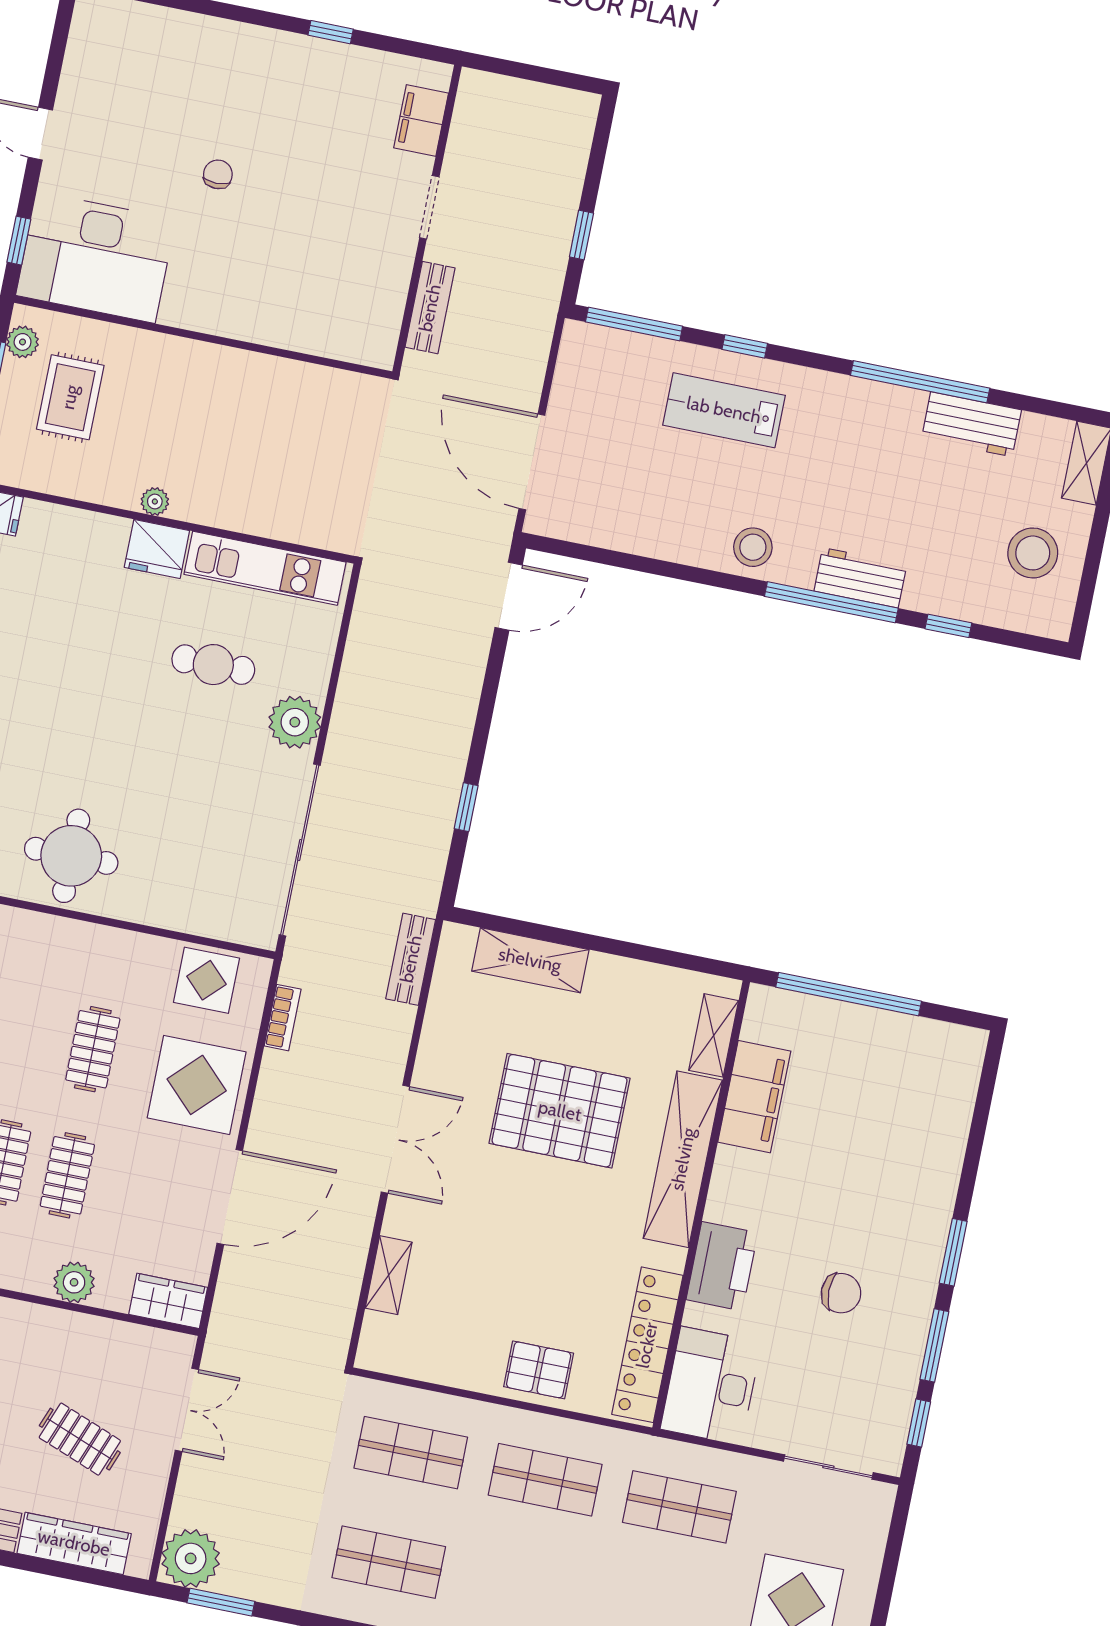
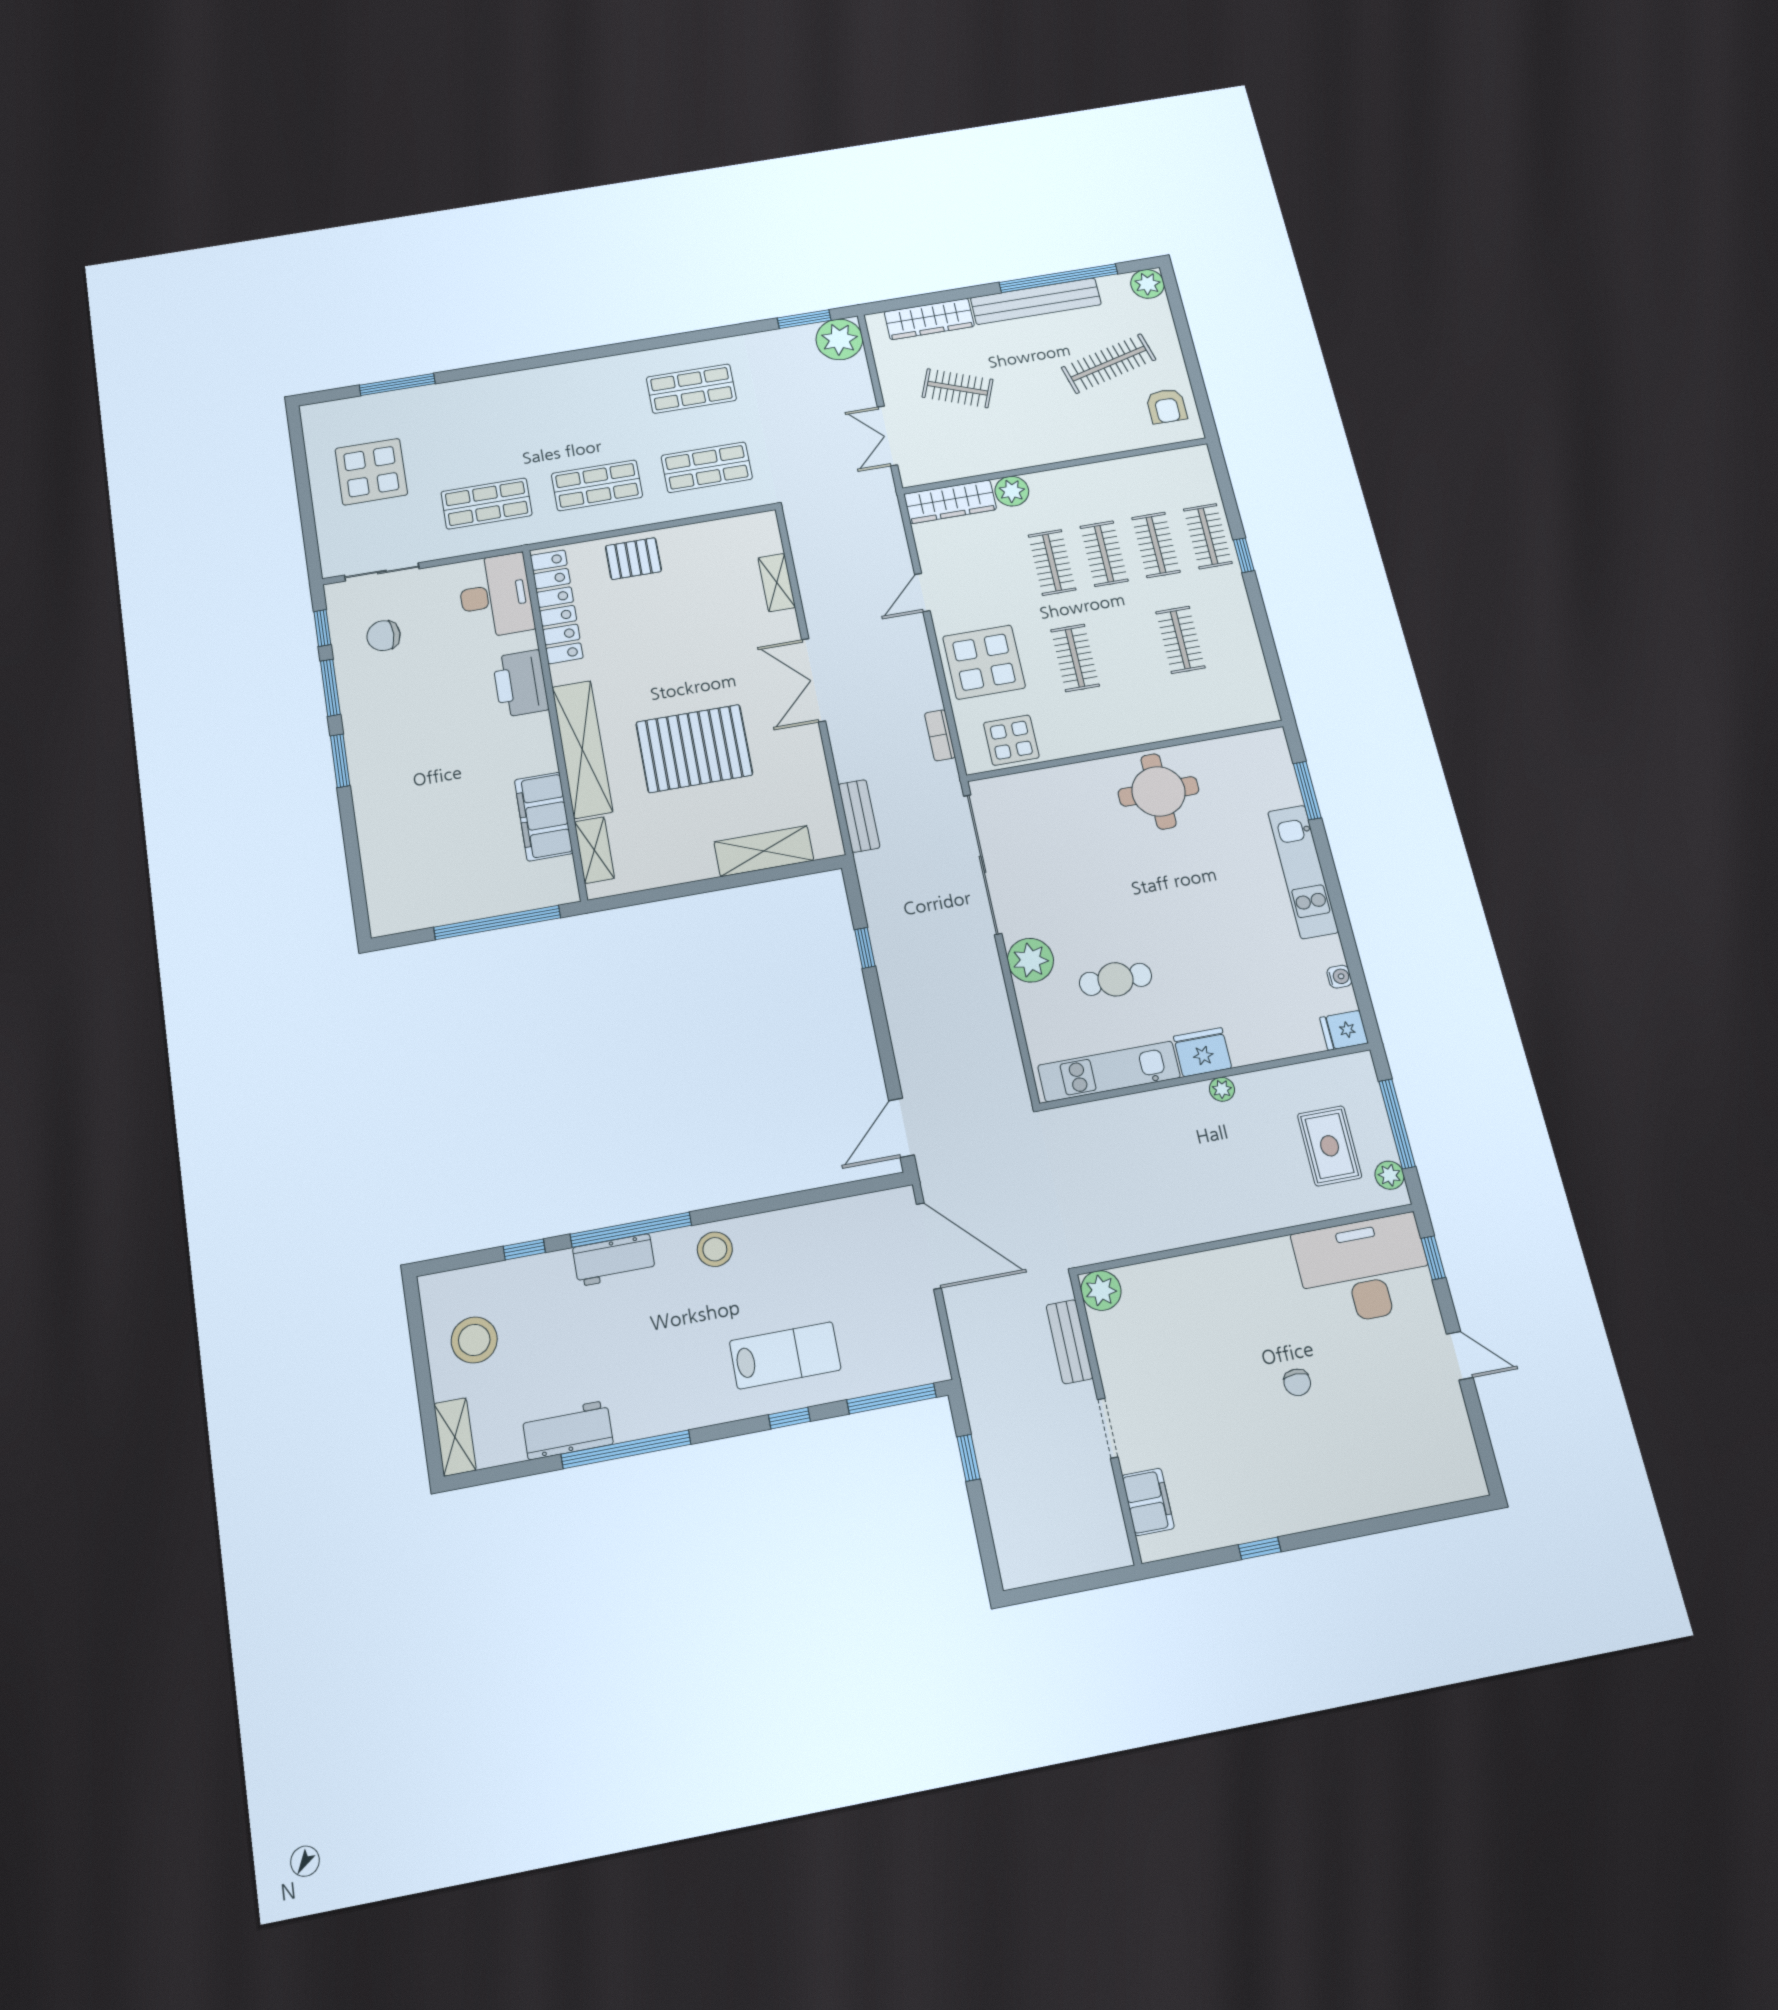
plant: (375, 346) -> (1101, 1290), added
door: (230, 1197) -> (922, 593), width x0.53
chair: (841, 1293) -> (384, 636), moved
wardrobe: (168, 1301) -> (950, 502), width x1.50

